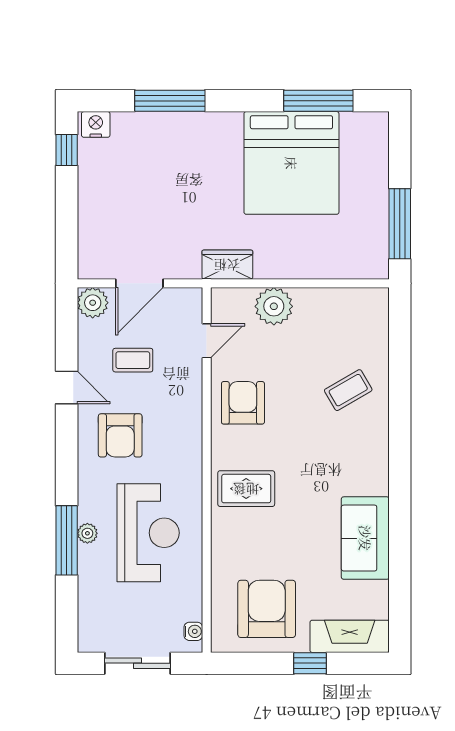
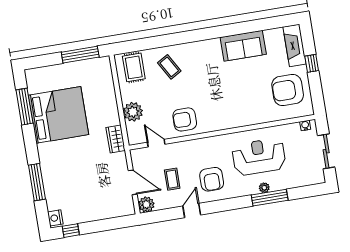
armchair: (120, 435) -> (212, 179), turned 90
rug: (246, 489) -> (134, 67), moved

